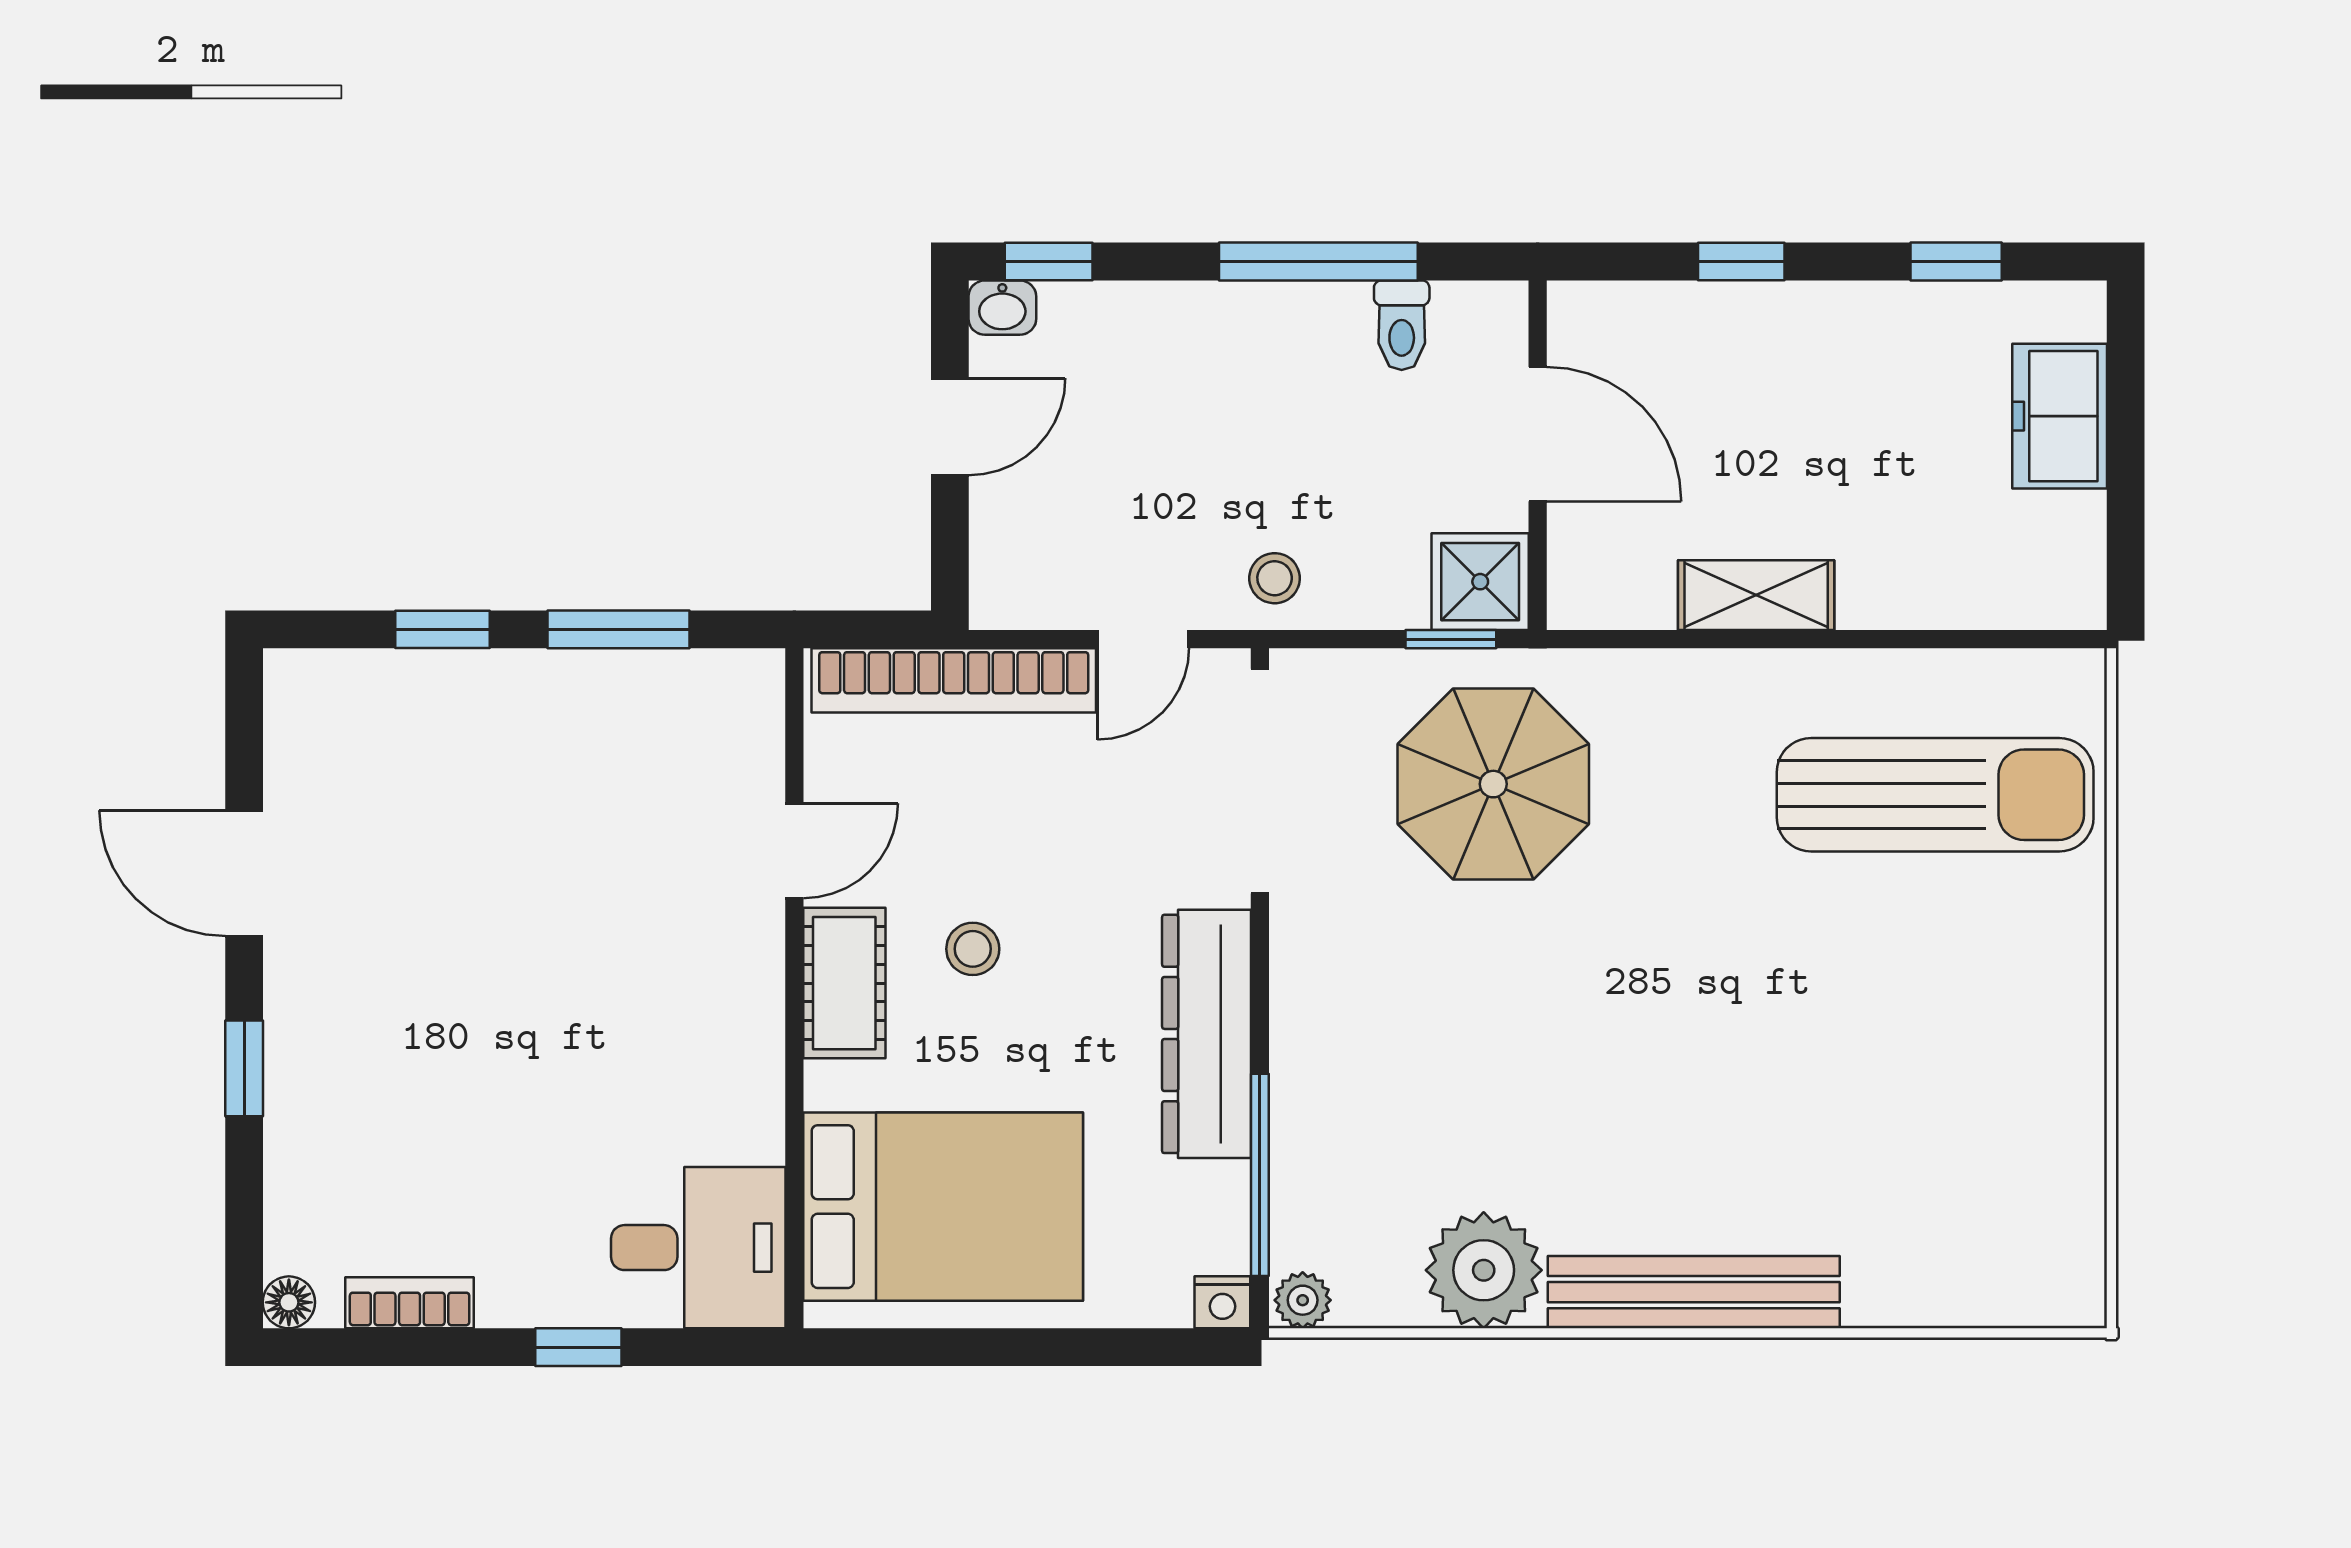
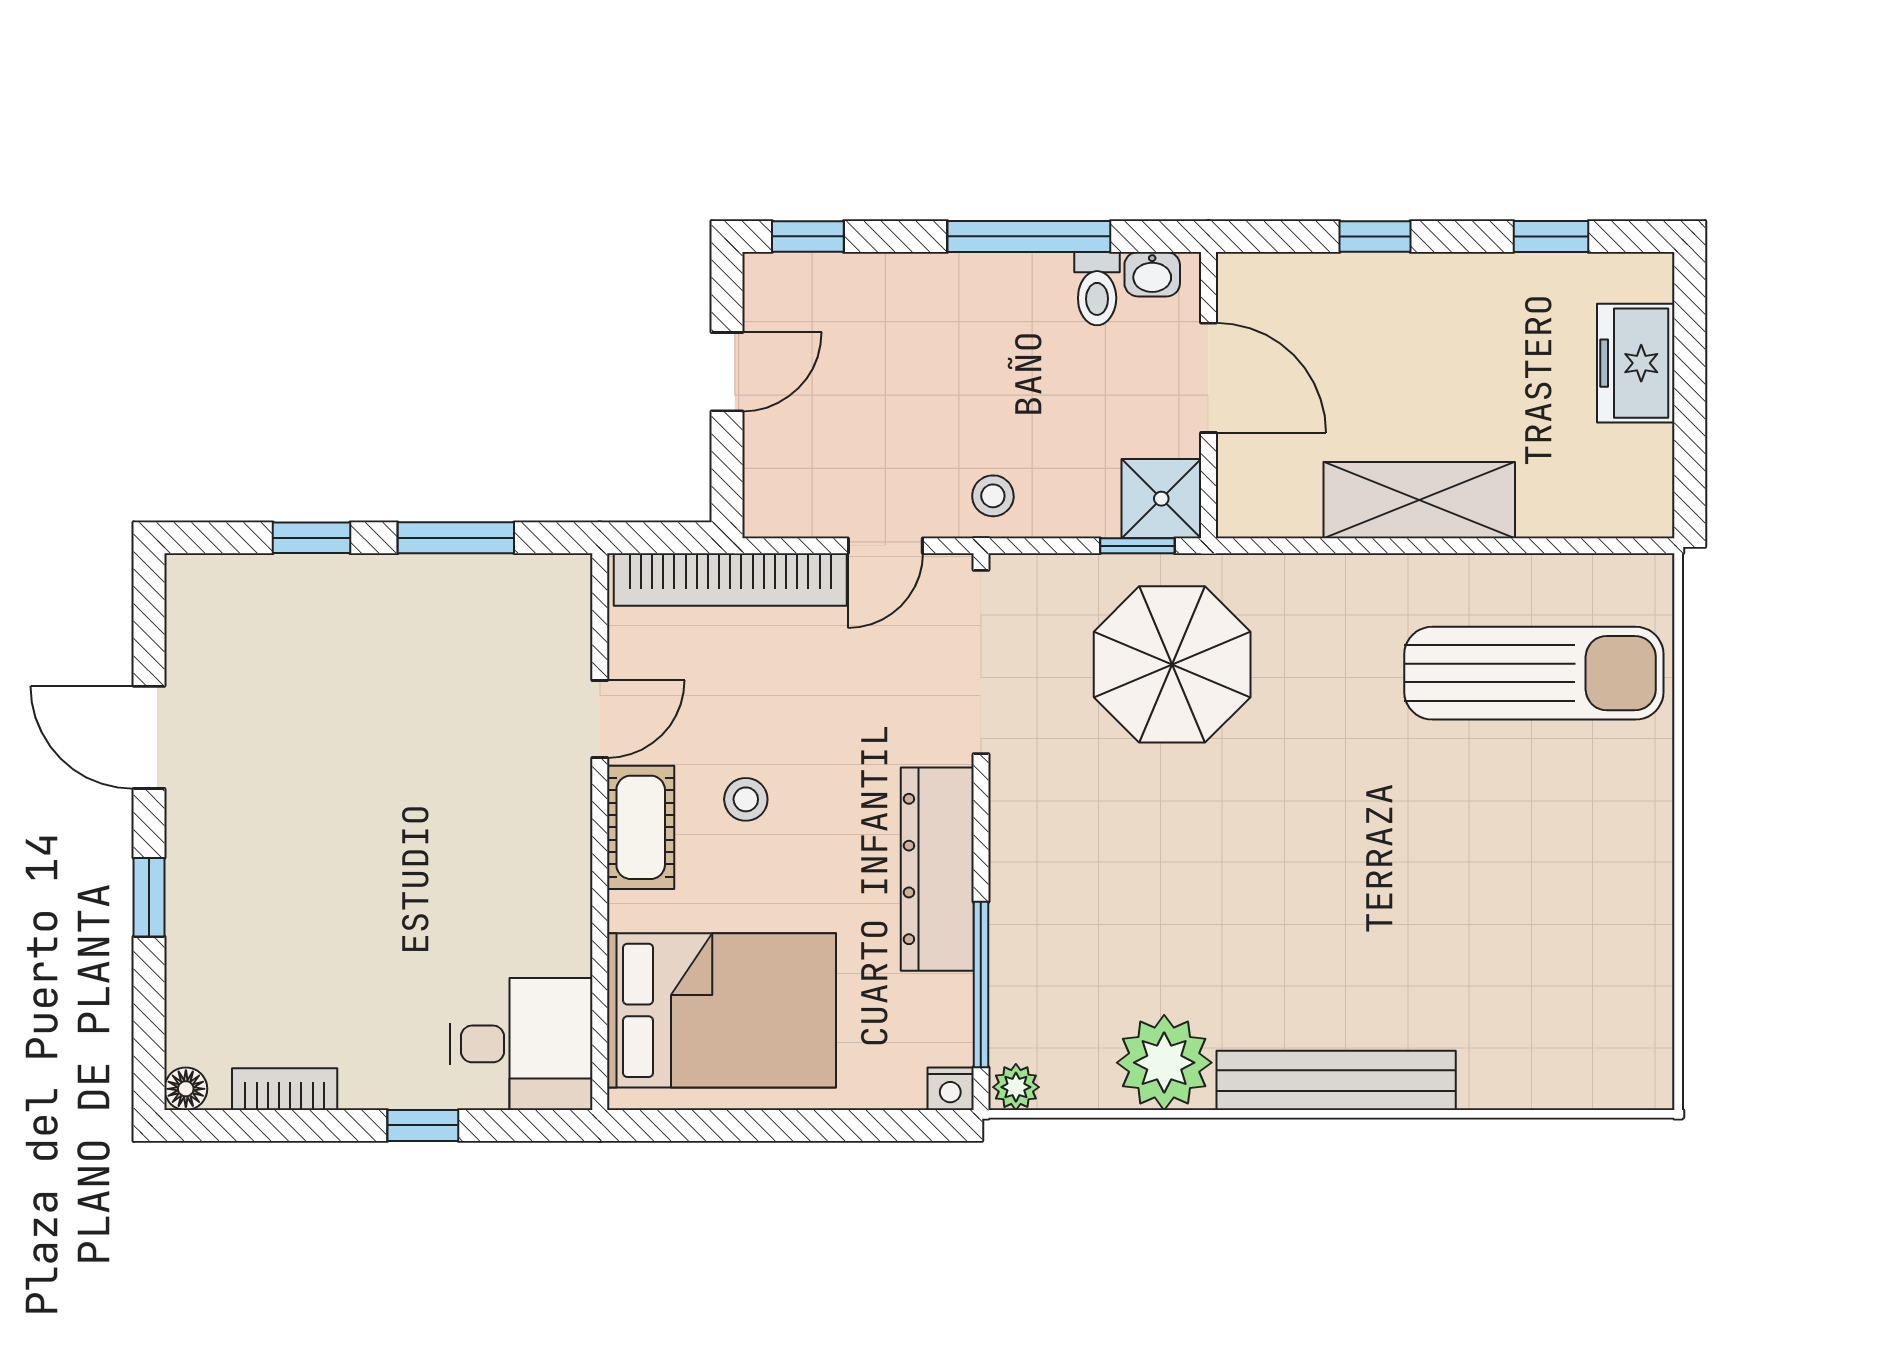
washbasin: (1002, 308) -> (1152, 274), moved
shelving: (1756, 595) -> (1419, 500), width x1.50, depth x1.33

